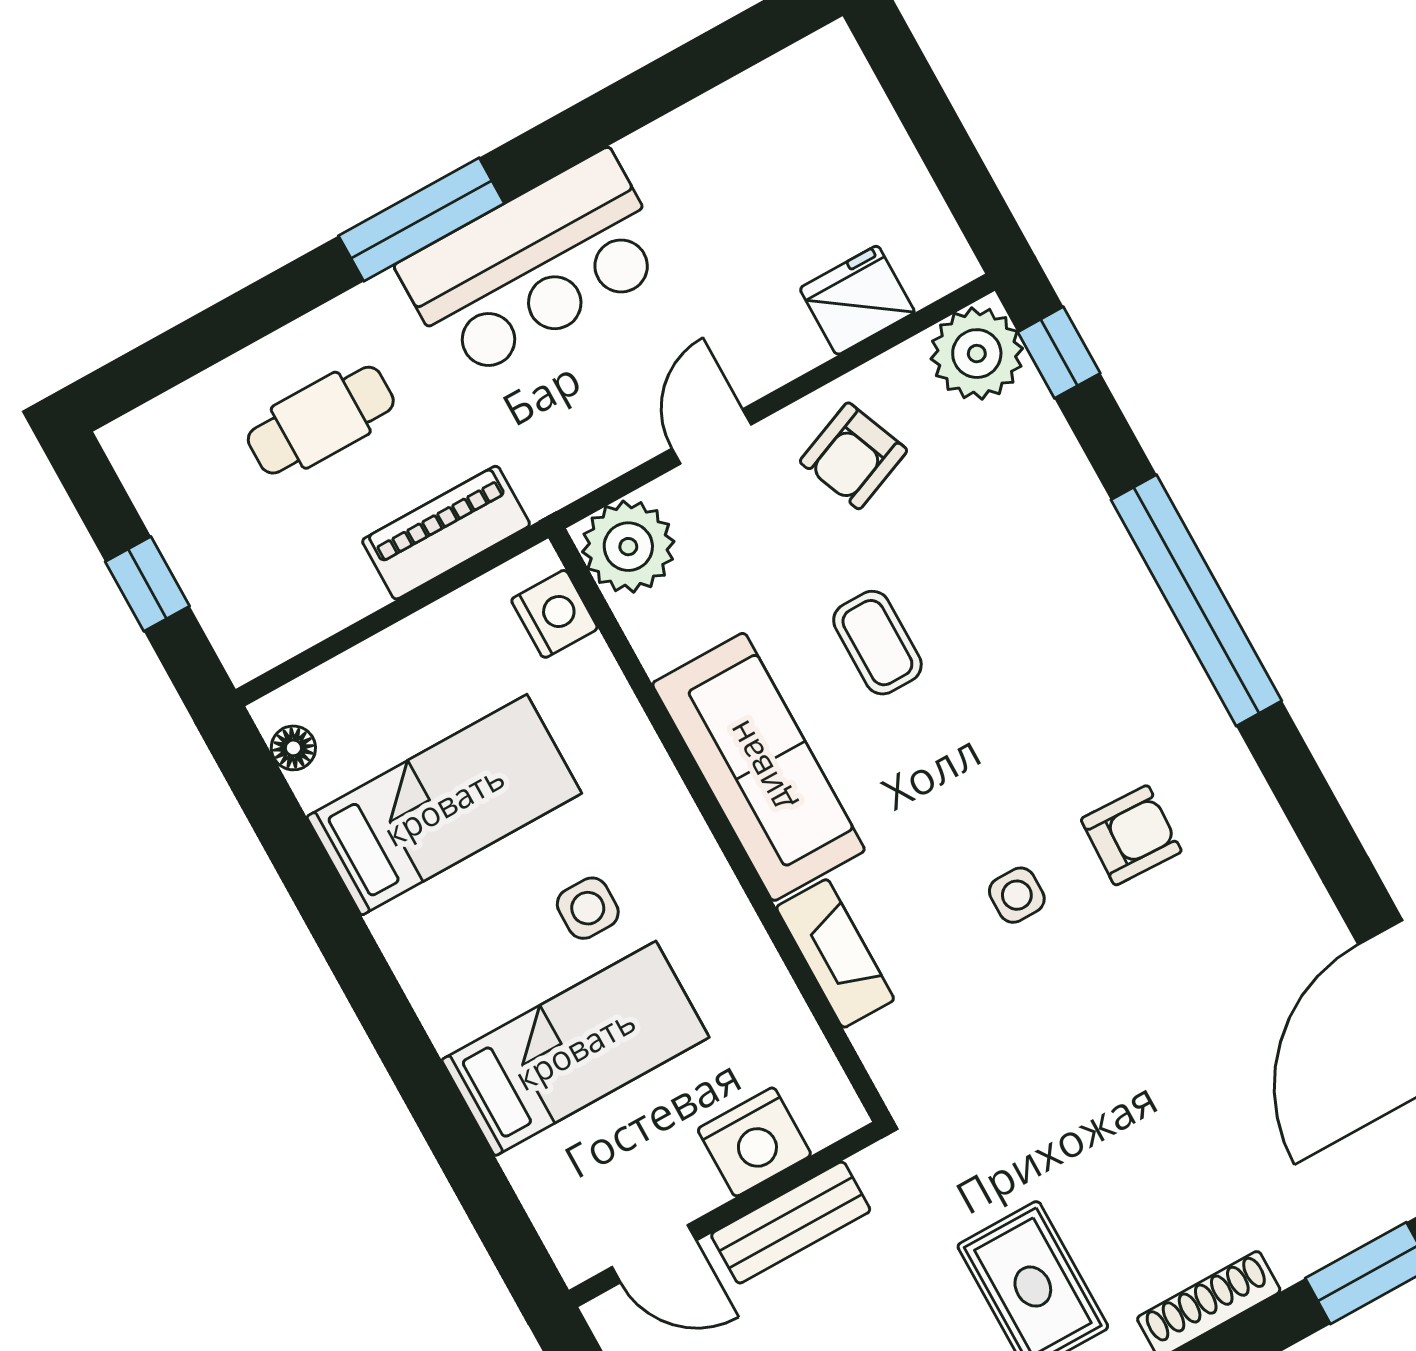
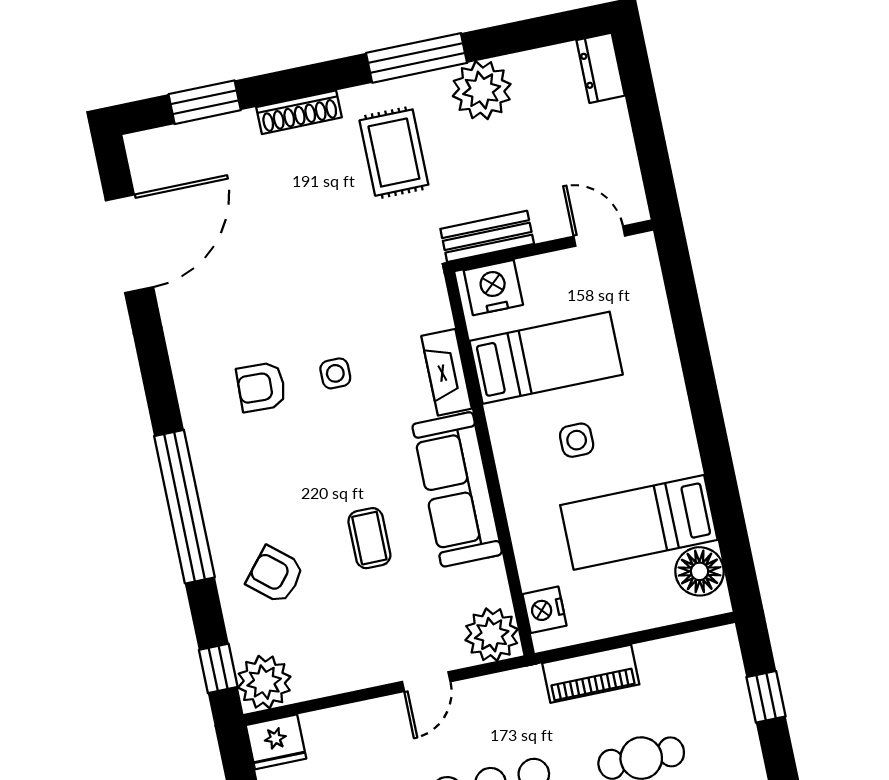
fridge: (857, 300) -> (276, 742), moved
armchair: (853, 456) -> (275, 575), moved, turned -118
floor lamp: (293, 748) -> (700, 571), width x1.89, depth x1.89
bed: (575, 1049) -> (546, 358), moved, turned 180
nightstand: (754, 1142) -> (493, 288), moved
bench: (791, 1223) -> (487, 236), moved

